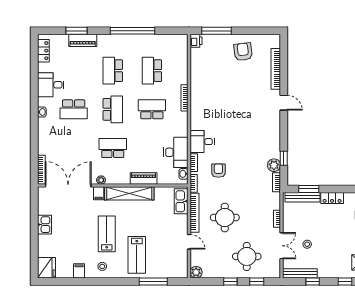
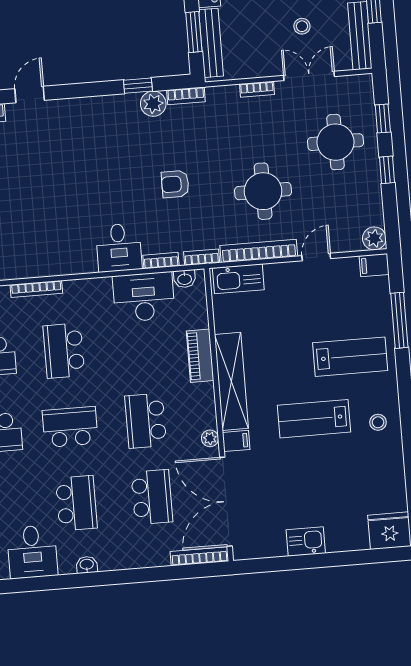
school desk: (74, 148) -> (152, 497), added
armchair: (218, 171) -> (175, 184), moved
filing cabinet: (79, 271) -> (374, 265), moved

